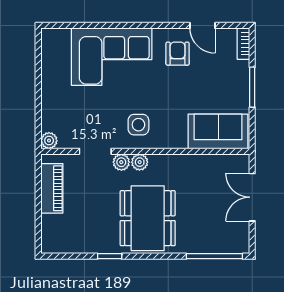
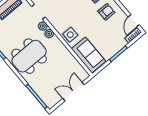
door: (202, 25) -> (134, 21), moved
side table: (138, 125) -> (70, 35), moved

